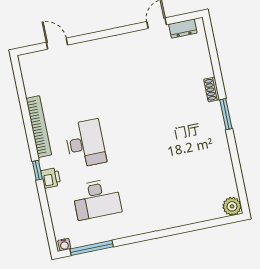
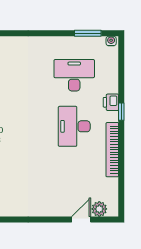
door: (57, 44) -> (81, 219), swing flipped
plant: (40, 59) -> (99, 209), added
window: (92, 248) -> (88, 33), width x0.69

